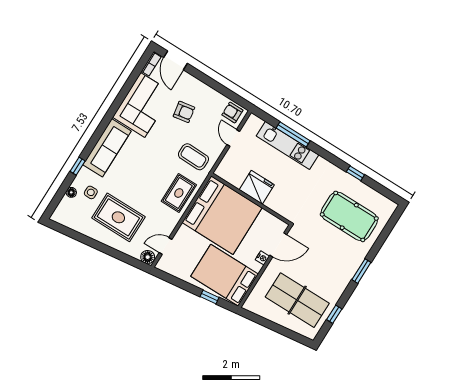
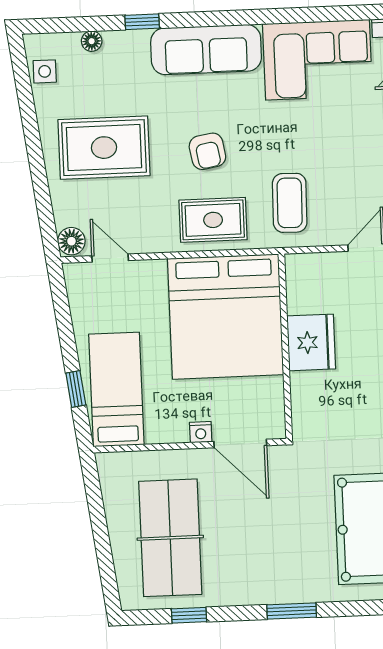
armchair: (184, 112) -> (207, 151), moved
side table: (91, 192) -> (45, 71), moved
rug: (118, 217) -> (104, 148), turned 90
bed: (224, 275) -> (116, 389), width x0.67

